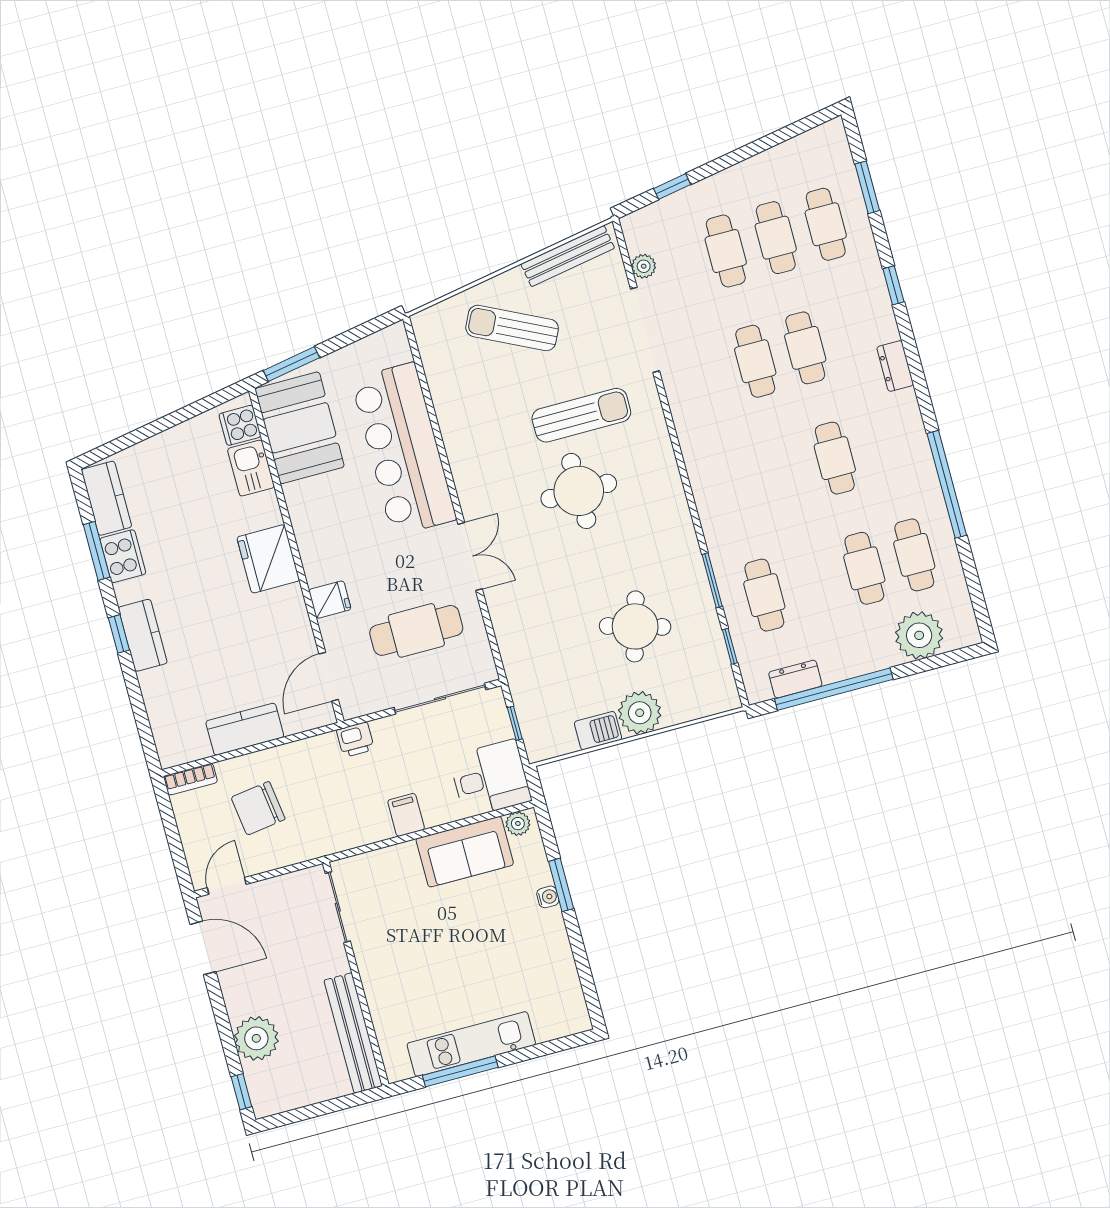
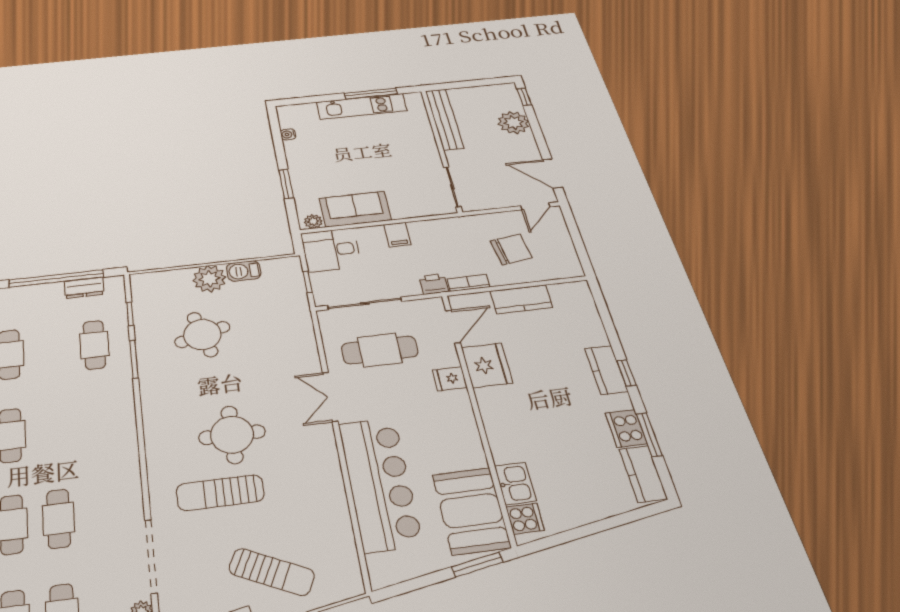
fridge: (268, 559) -> (487, 365), moved
round table: (635, 626) -> (202, 335), turned -32
bookcase: (190, 779) -> (468, 283), moved
water cooler: (548, 897) -> (288, 134), moved

